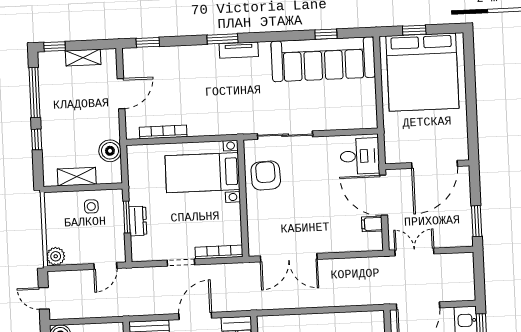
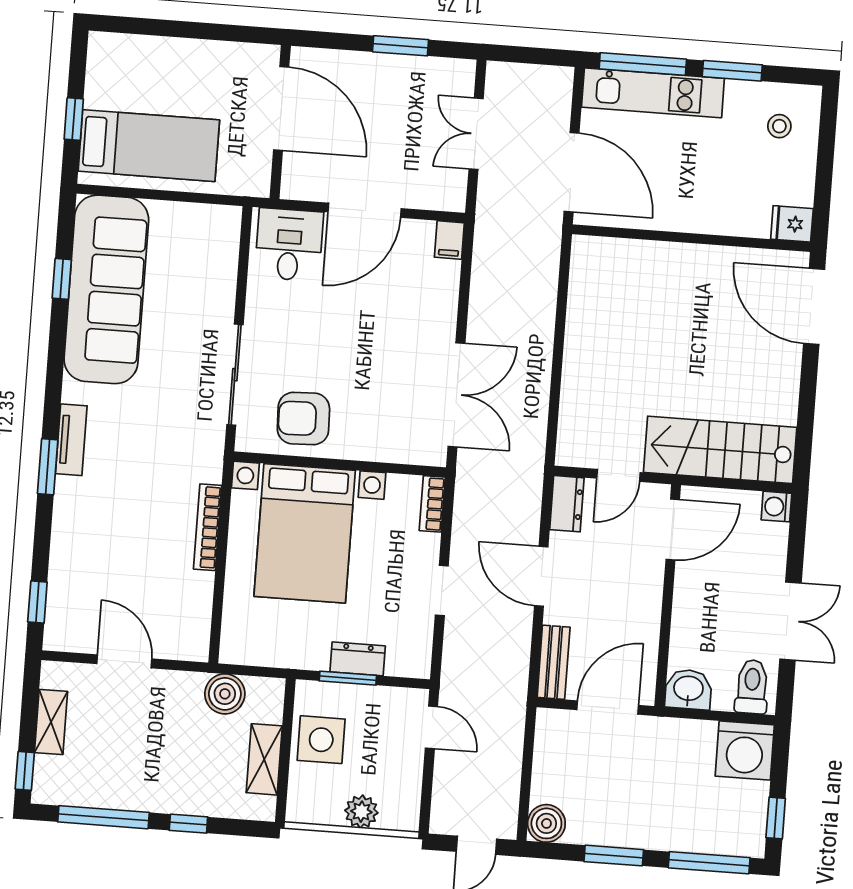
bed: (422, 72) -> (149, 146), width x0.49
bookcase: (163, 132) -> (208, 527), moved
door: (435, 164) -> (281, 109), moved
wall: (427, 165) -> (280, 122), moved
bed with nightstands: (202, 173) -> (305, 533), width x1.36
side table: (91, 206) -> (321, 740), width x1.87, depth x1.87
window: (477, 221) -> (401, 46), moved
filing cabinet: (372, 224) -> (449, 240), moved
bookcase: (219, 252) -> (432, 504), width x0.64
double door: (414, 252) -> (476, 134), moved
plant: (56, 256) -> (361, 812), moved

